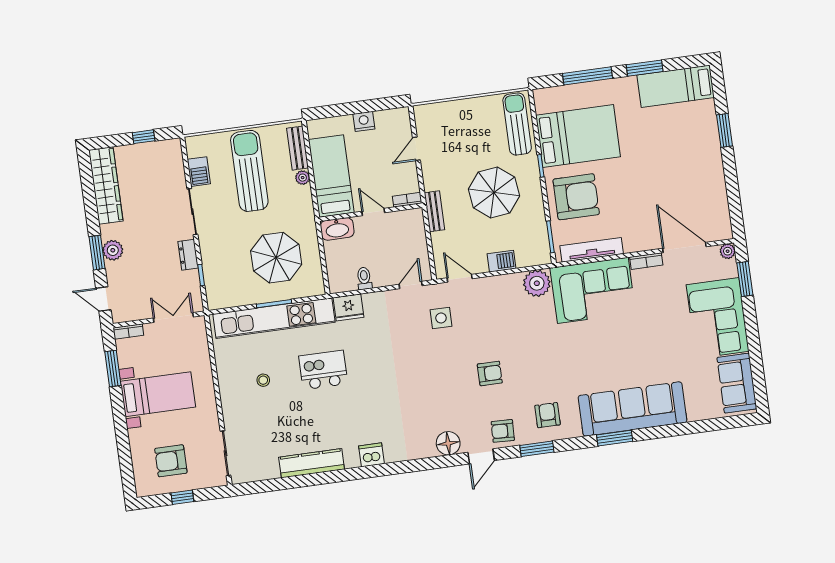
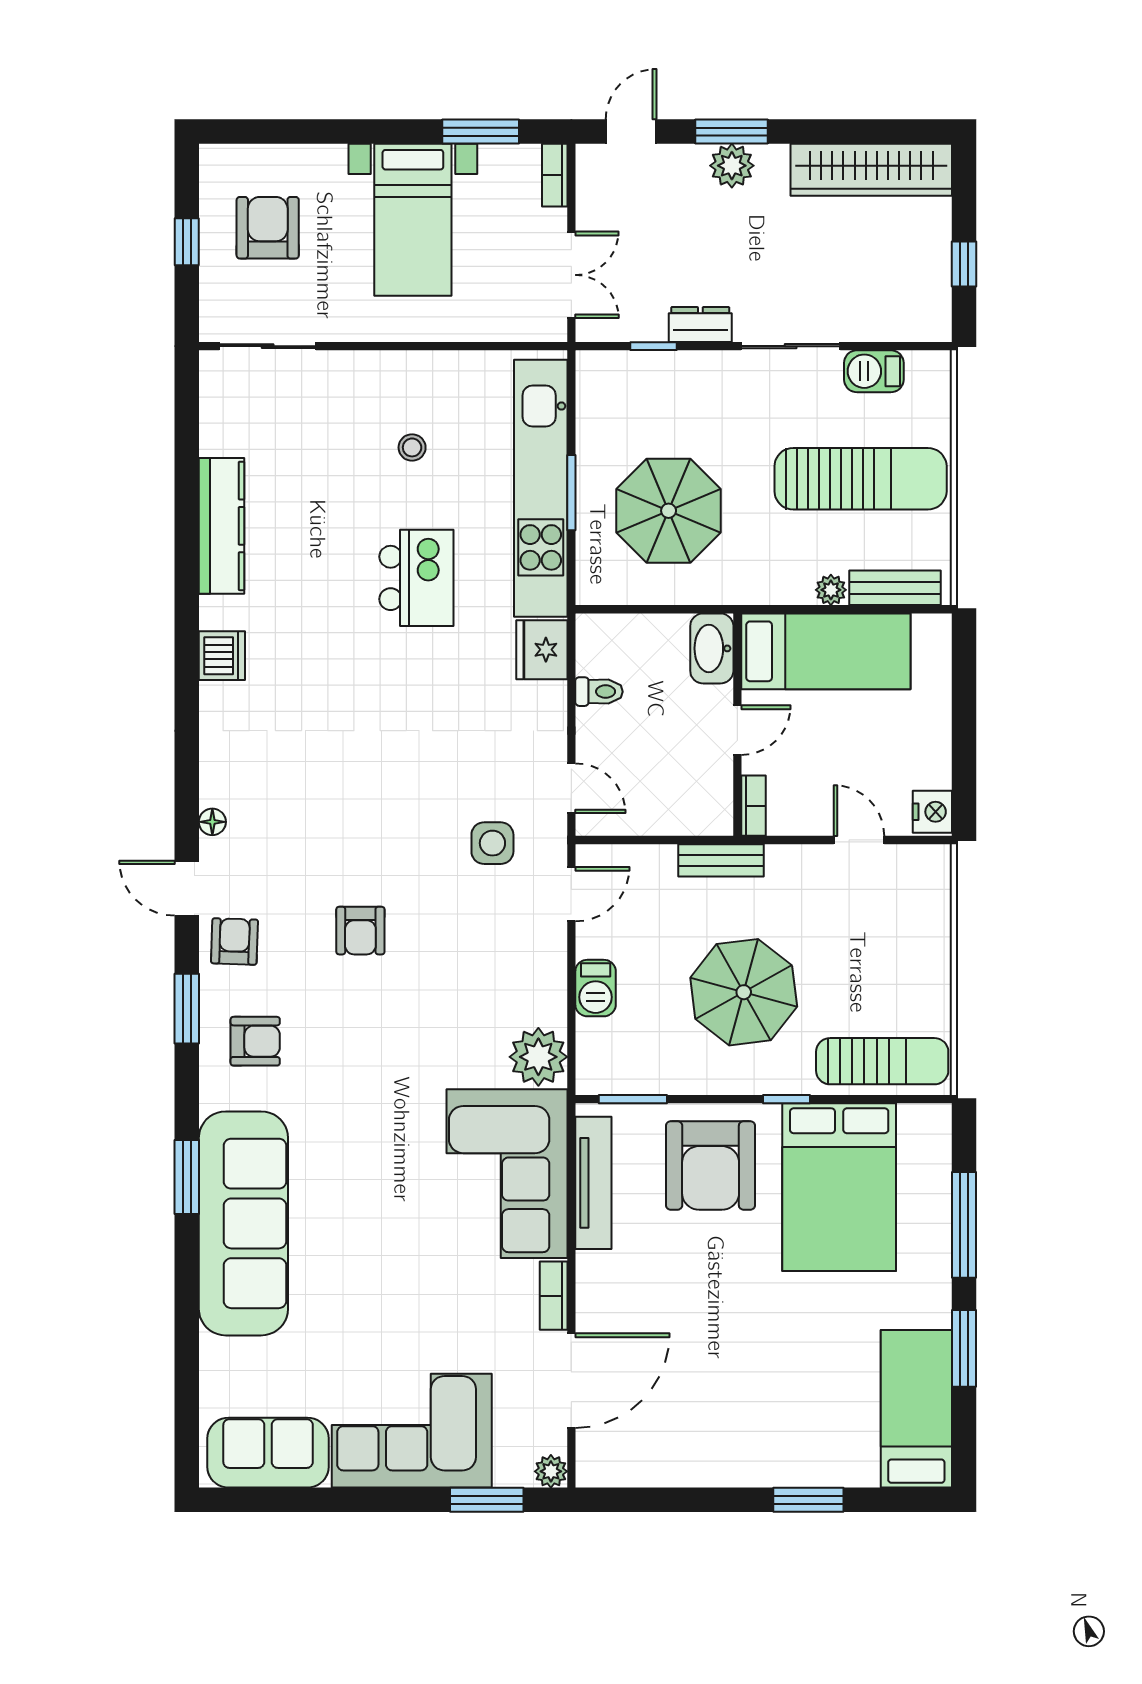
nightstand: (364, 121) -> (932, 812), moved
floor lamp: (448, 443) -> (212, 822), width x0.53, depth x0.53

